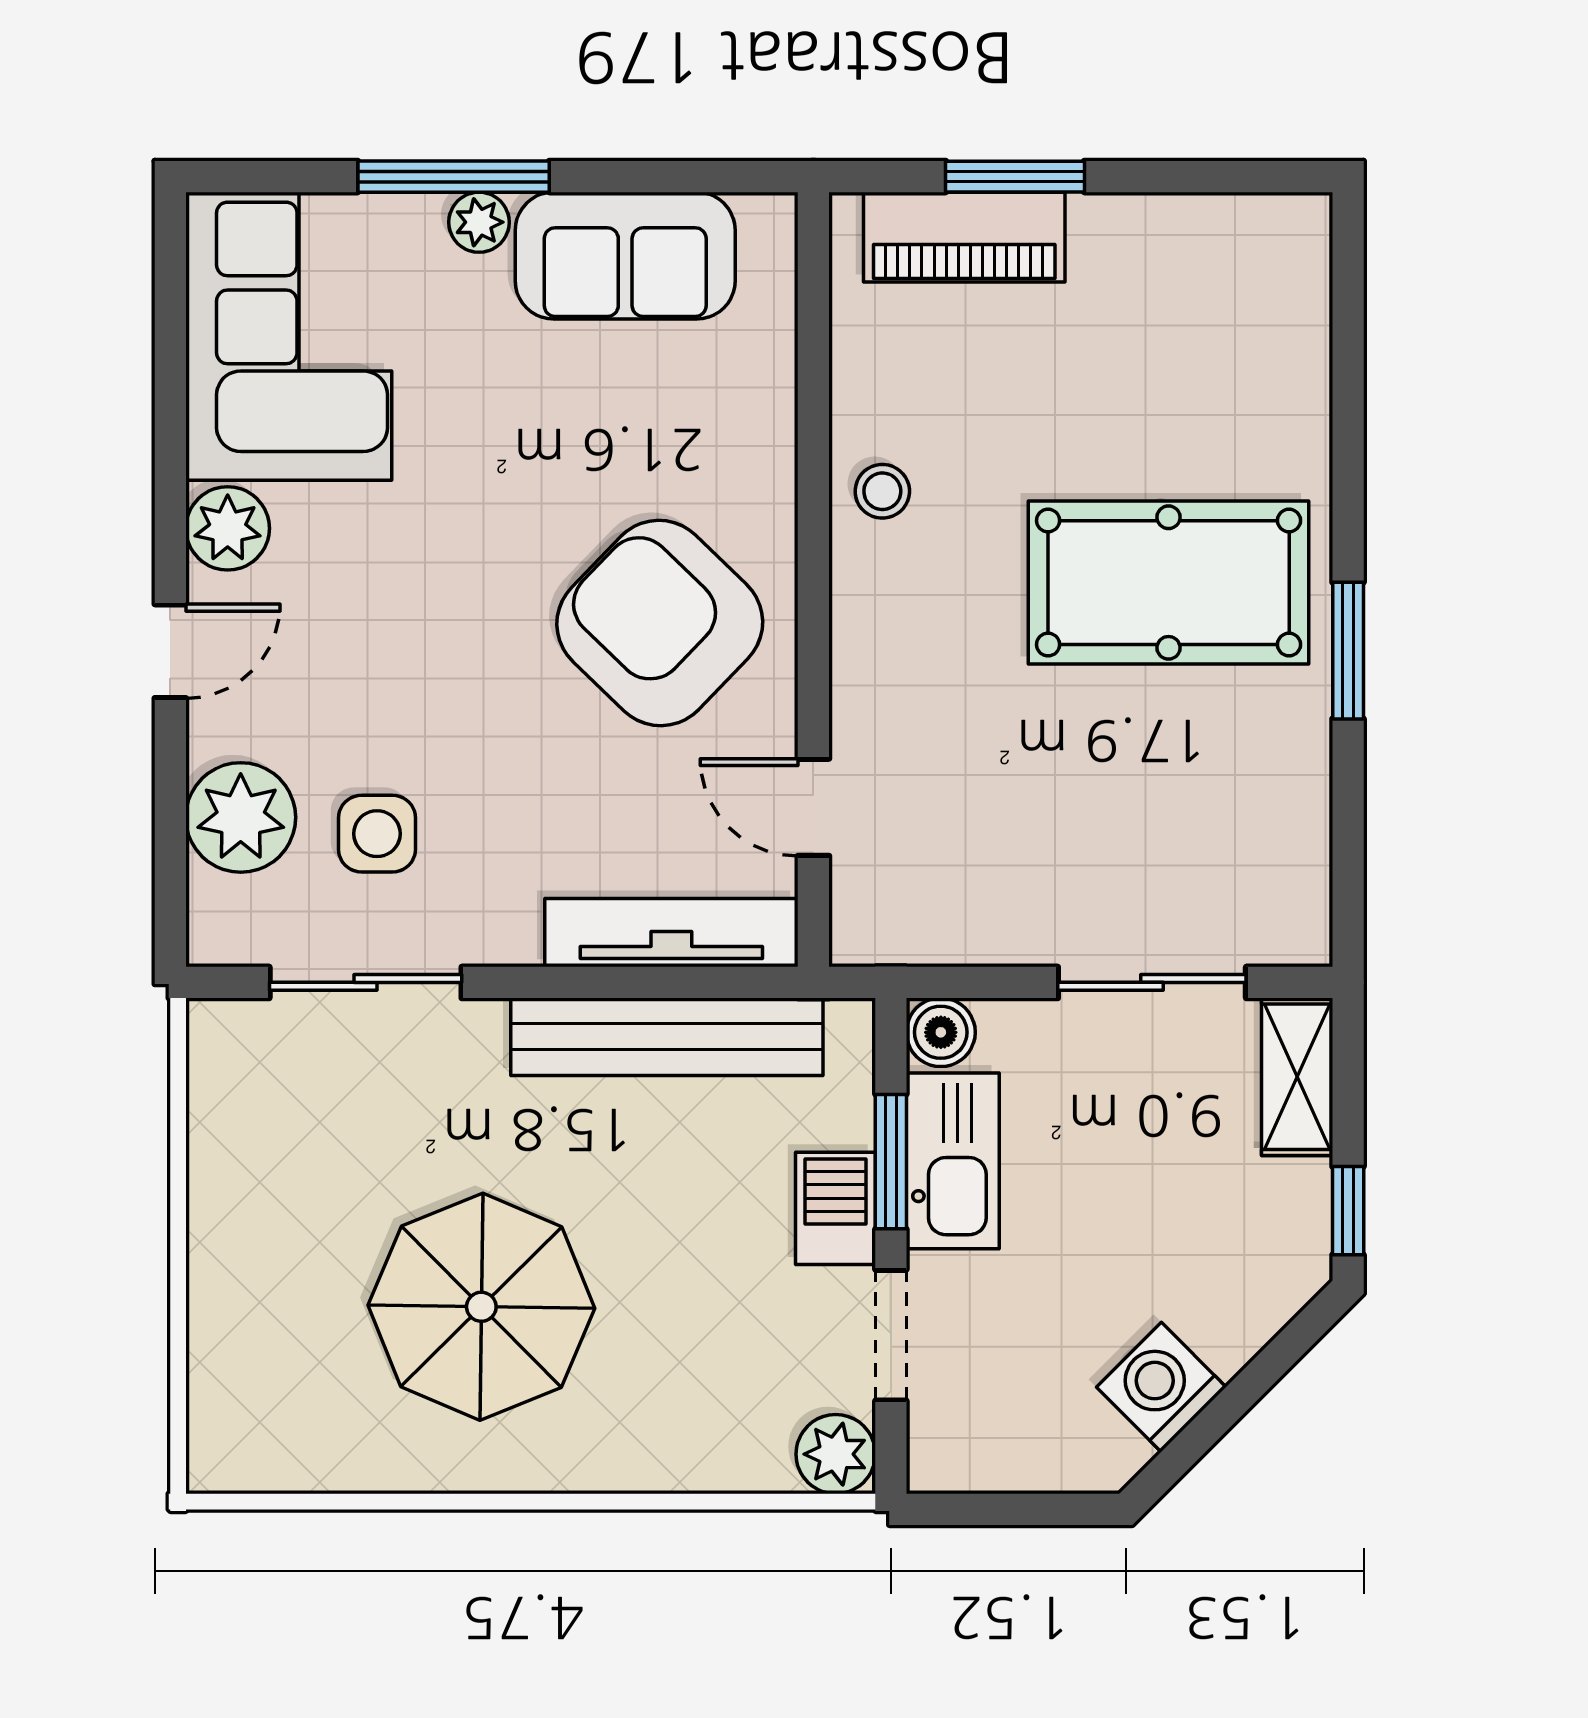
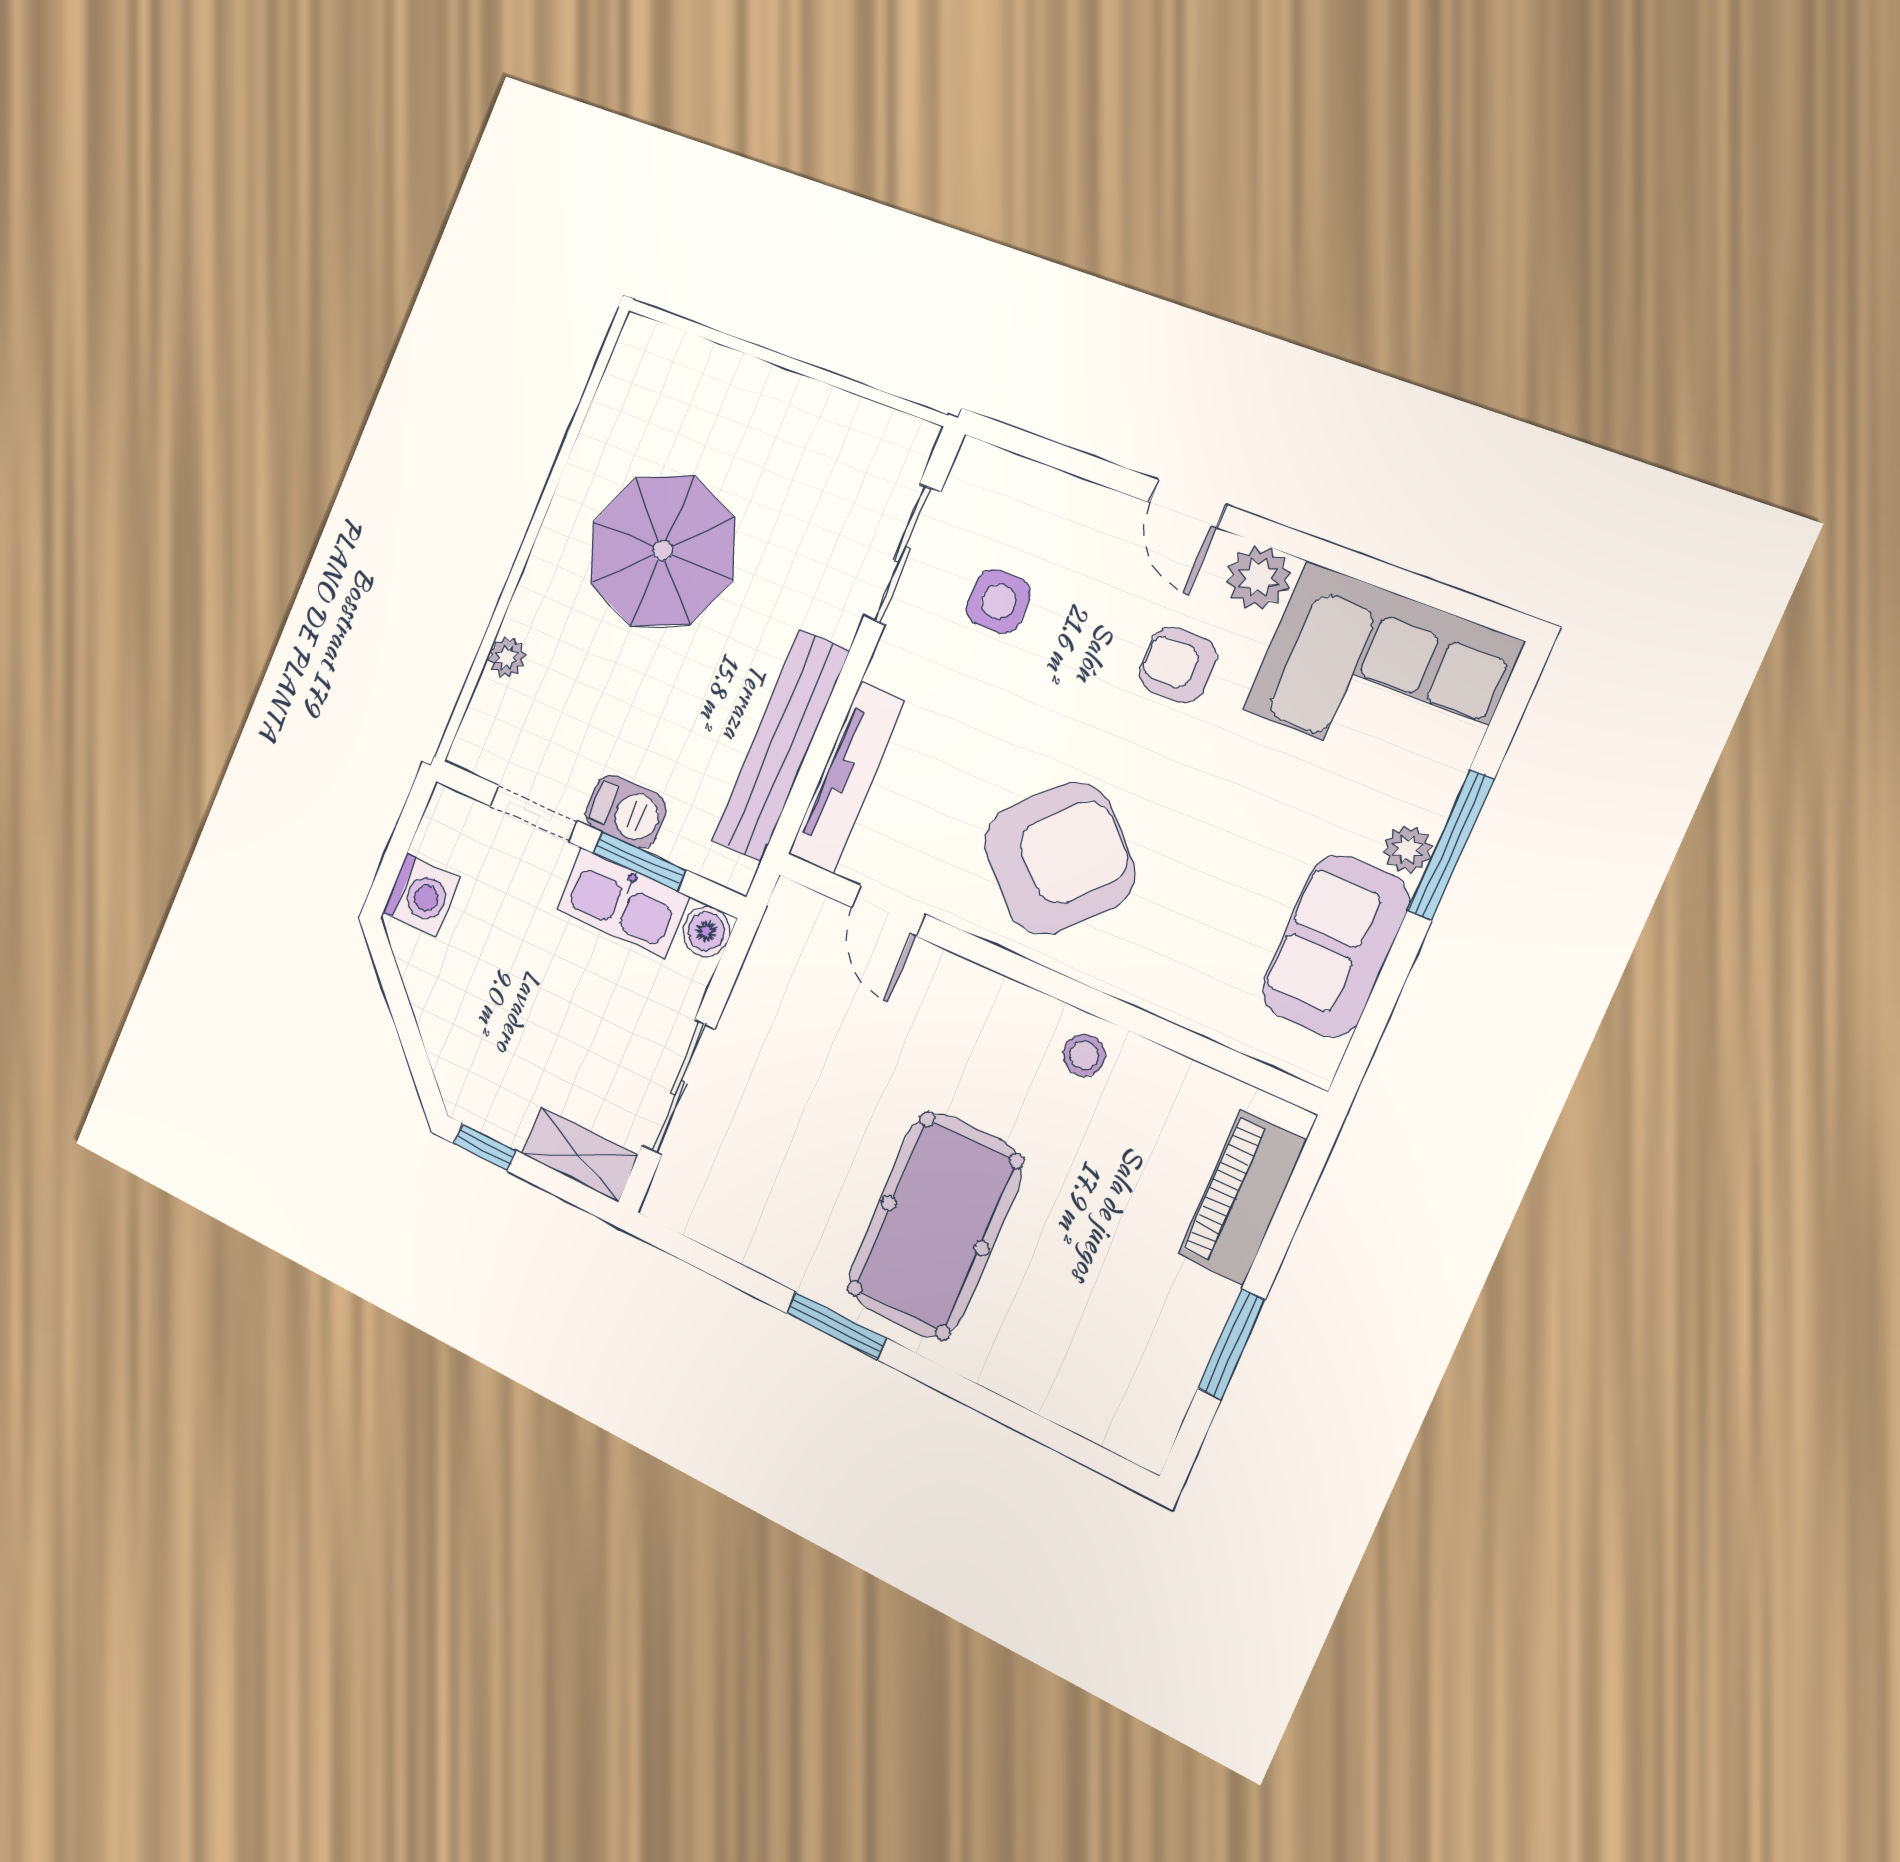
window: (1015, 177) -> (1231, 1344), moved
armchair: (369, 579) -> (1178, 665), added
door: (813, 807) -> (888, 911), swing flipped
plant: (241, 817) -> (1050, 510), removed
washing machine: (1161, 1387) -> (421, 895), moved, turned 45
plant: (836, 1454) -> (507, 657), moved, width x0.73, depth x0.73

